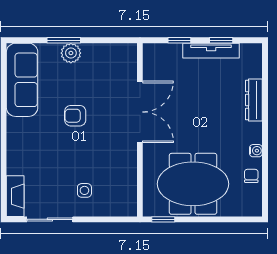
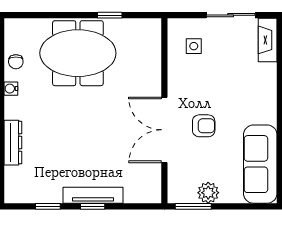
window: (64, 40) -> (193, 206), moved
tv unit: (211, 51) -> (93, 195), moved
double door: (140, 112) -> (164, 130), moved
wall: (140, 130) -> (164, 111), moved

